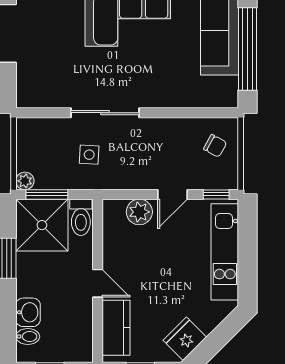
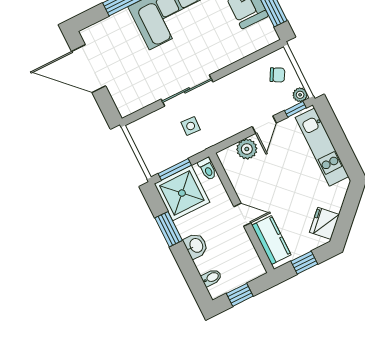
plant: (25, 181) -> (300, 95), moved
toilet: (81, 217) -> (207, 169), width x0.73, depth x0.72
washbasin: (28, 312) -> (196, 246), moved

